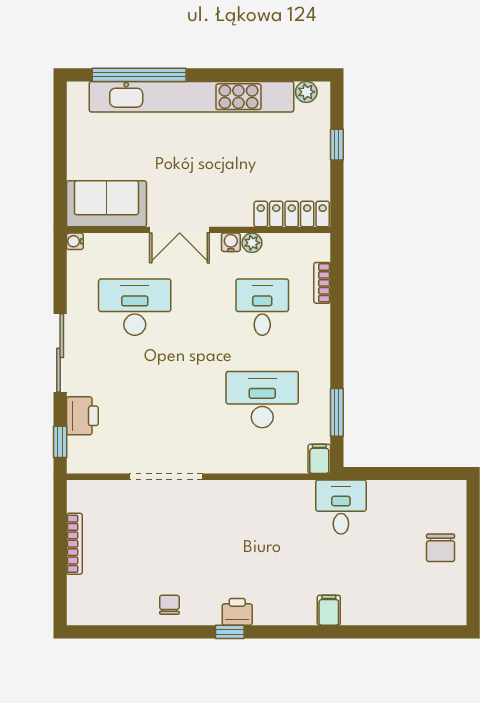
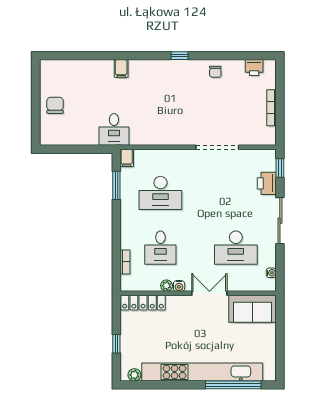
water cooler: (75, 241) -> (271, 273), moved
printer: (237, 612) -> (254, 67), moved

